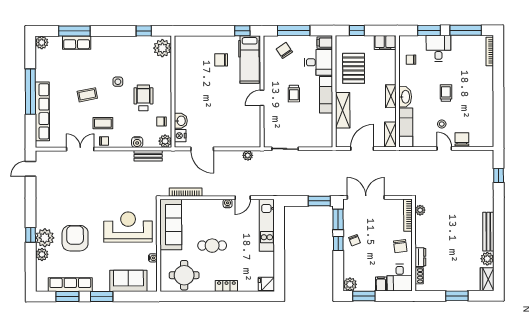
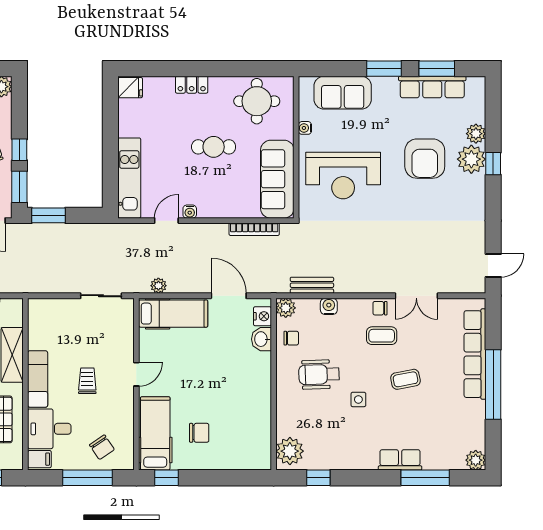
row of seats: (77, 43) -> (400, 460), moved
wheelchair: (143, 98) -> (319, 374), turned 88
hospital bed: (238, 137) -> (173, 314), added

